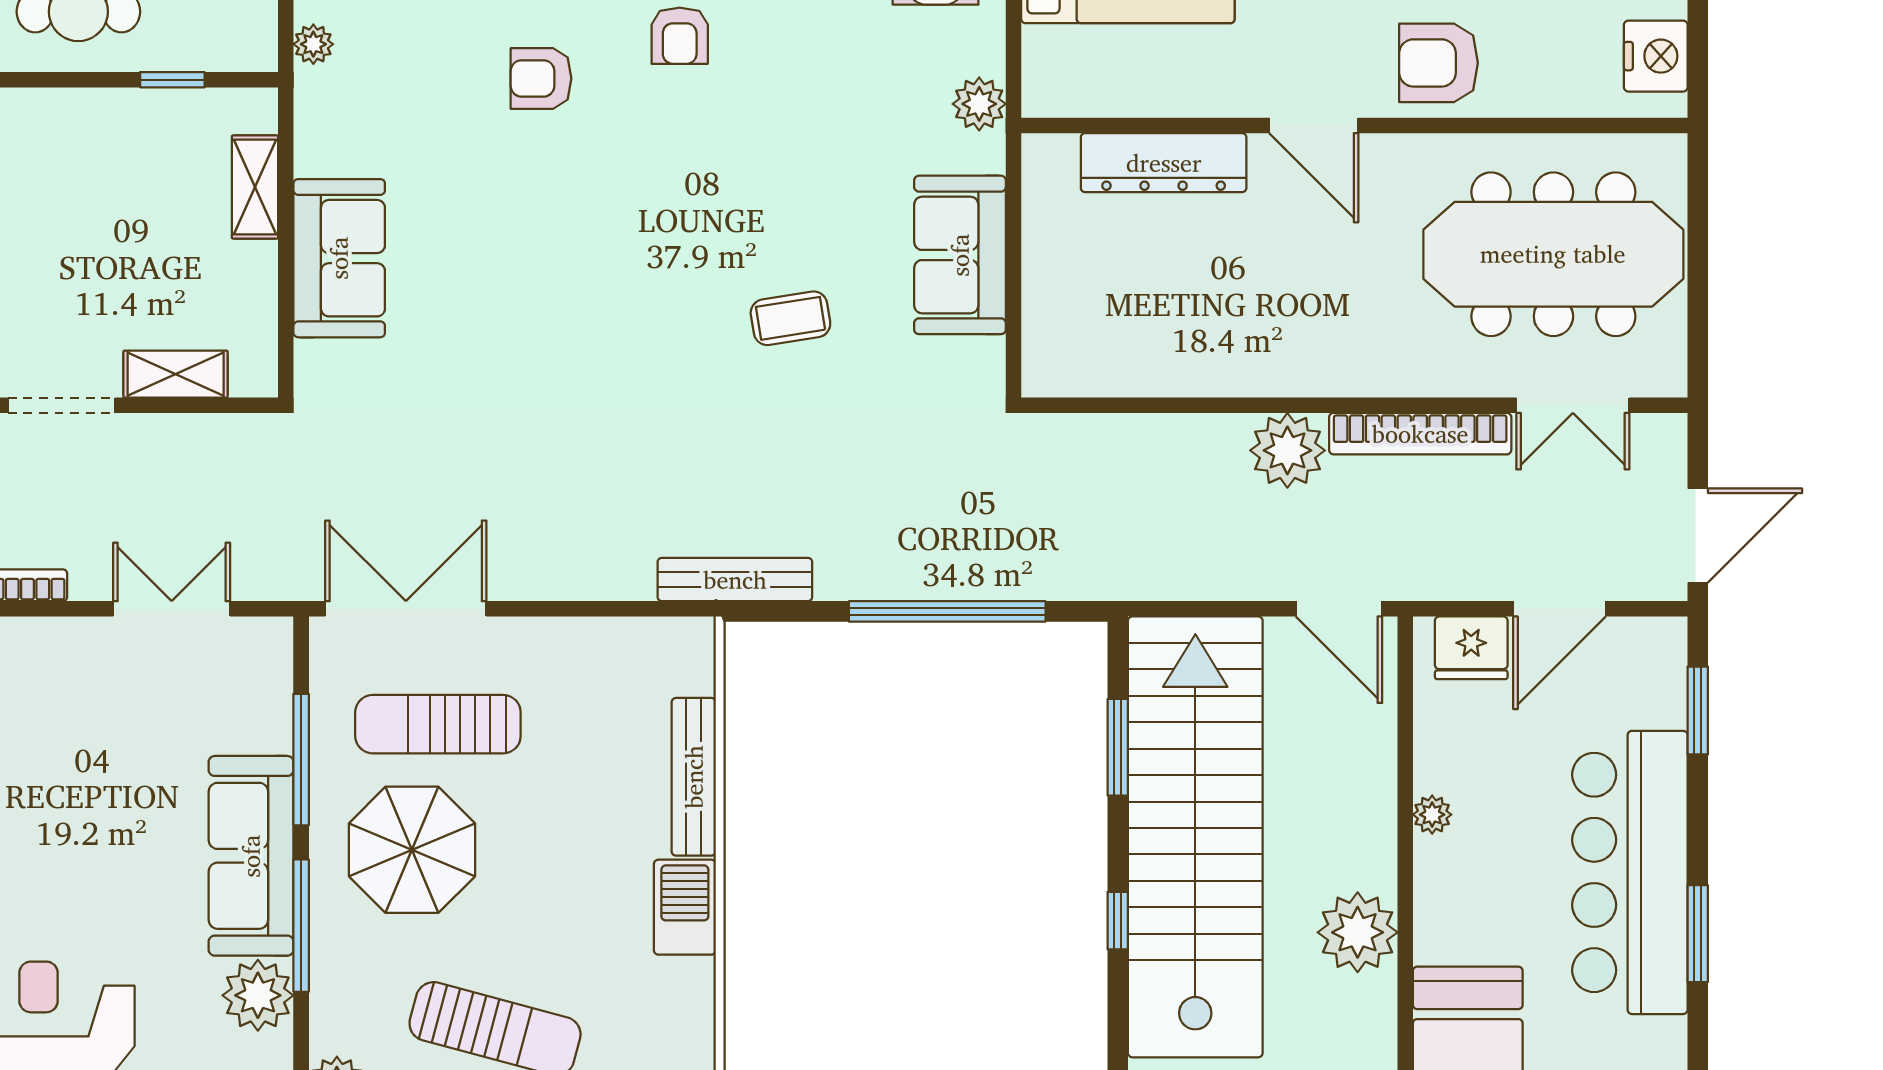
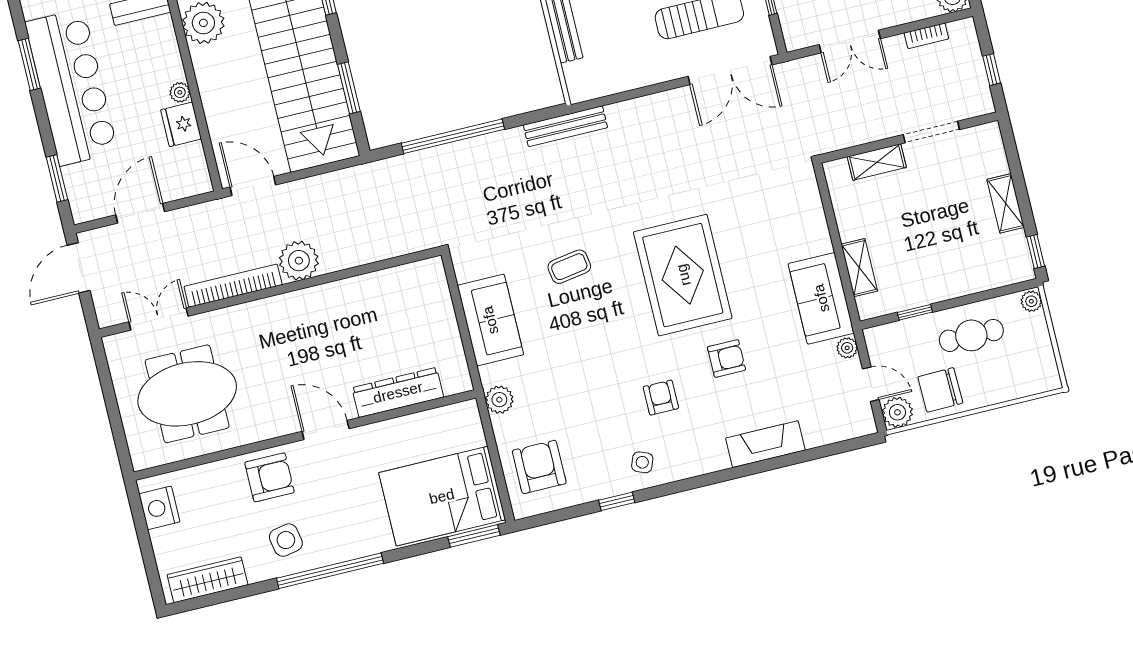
rug: (585, 252) -> (683, 275), added
meeting table: (1553, 254) -> (187, 394), width x0.73
sofa: (339, 258) -> (821, 298), moved
fridge: (1471, 648) -> (181, 124), moved, turned -90

